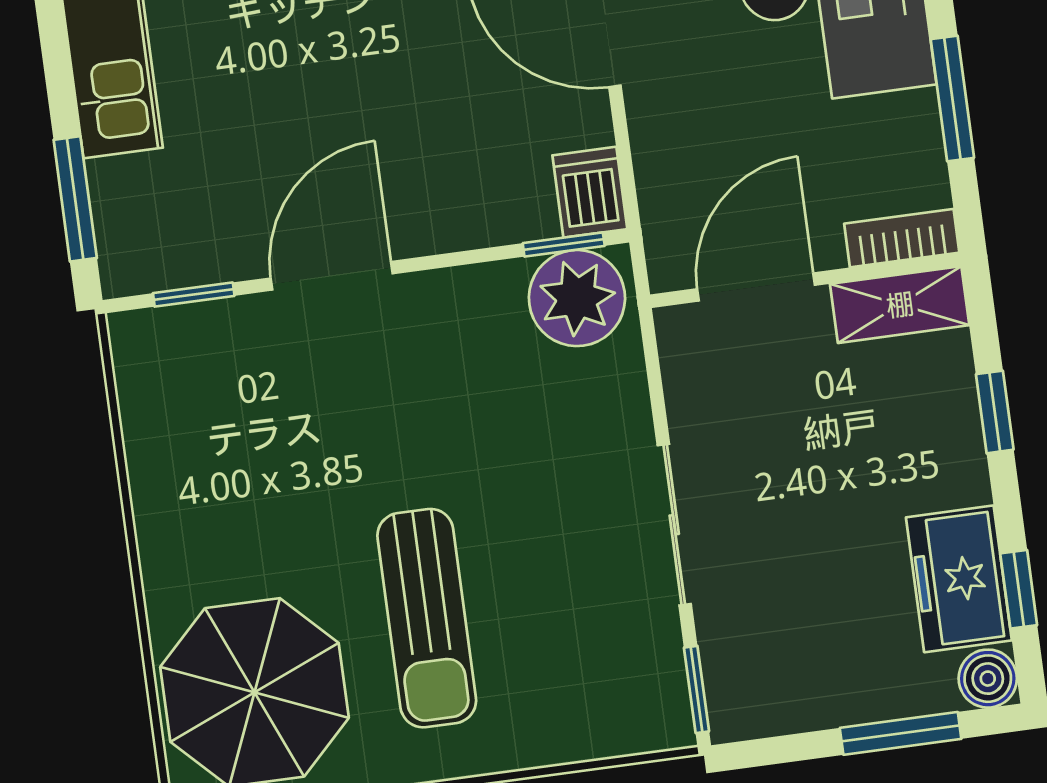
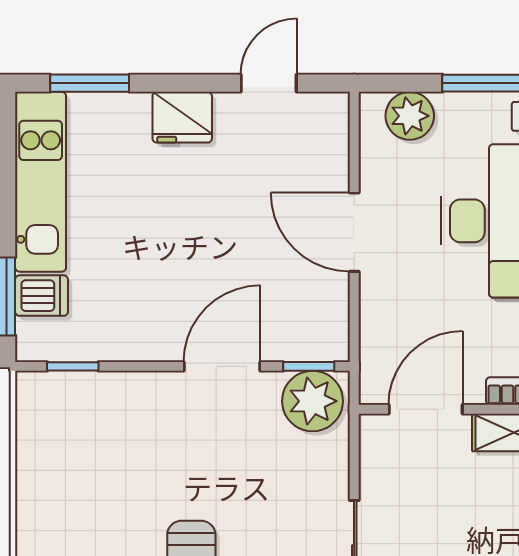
dishwasher: (590, 192) -> (42, 296), moved, turned 90
door: (332, 276) -> (222, 366), moved

